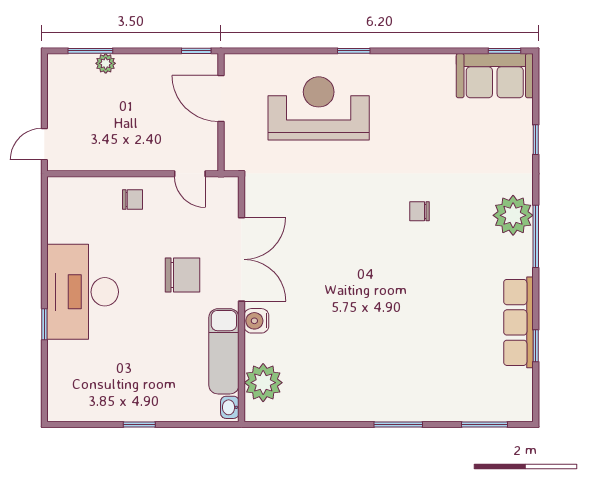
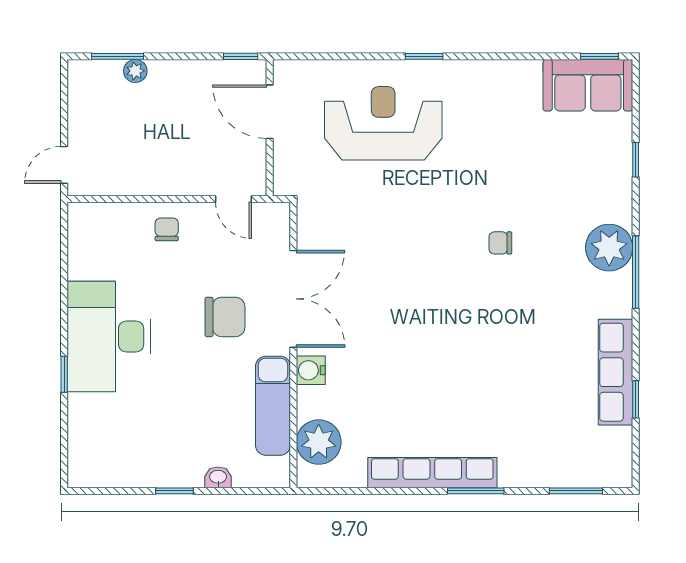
chair: (133, 200) -> (167, 229), turned -90
washbasin: (230, 407) -> (218, 477), moved, turned 90
row of seats: (361, 409) -> (432, 473), added

